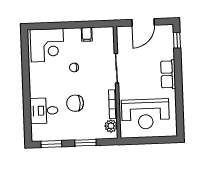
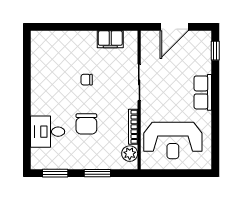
filing cabinet: (87, 34) -> (110, 39), width x2.00
corner desk: (47, 45) -> (54, 51), removed
chair: (75, 103) -> (86, 124), turned -90

